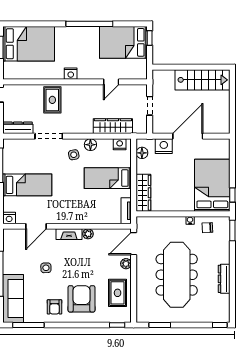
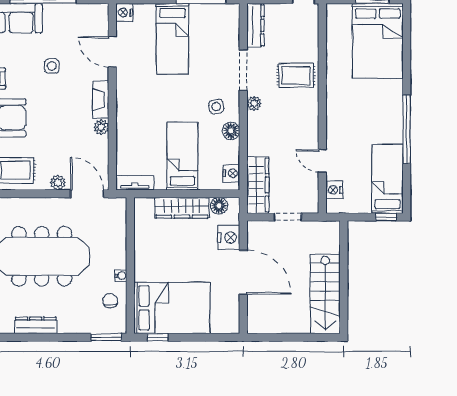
bed: (123, 42) -> (387, 179), width x0.67
nightstand: (71, 74) -> (334, 190), moved
wardrobe: (113, 126) -> (258, 185), moved
plant: (72, 129) -> (254, 103), added
wardrobe: (143, 193) -> (182, 208), moved

